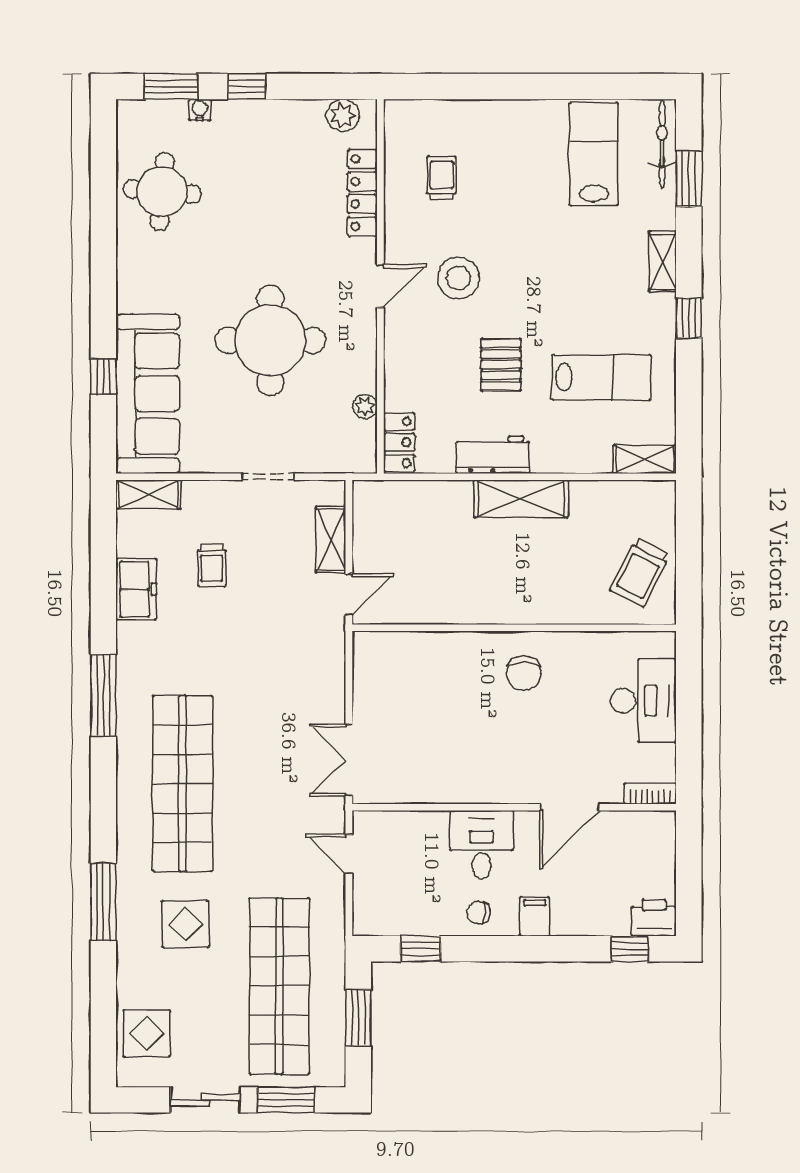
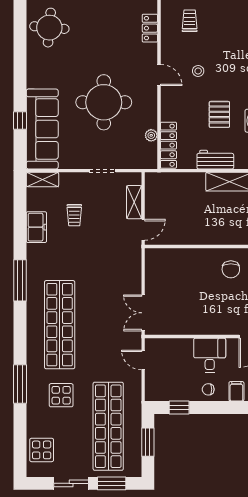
locker: (362, 193) -> (150, 28), width x0.66
stool: (458, 278) -> (198, 71), width x0.53, depth x0.53
door: (380, 286) -> (159, 75), hinge flipped
locker: (399, 442) -> (168, 145), width x1.53

